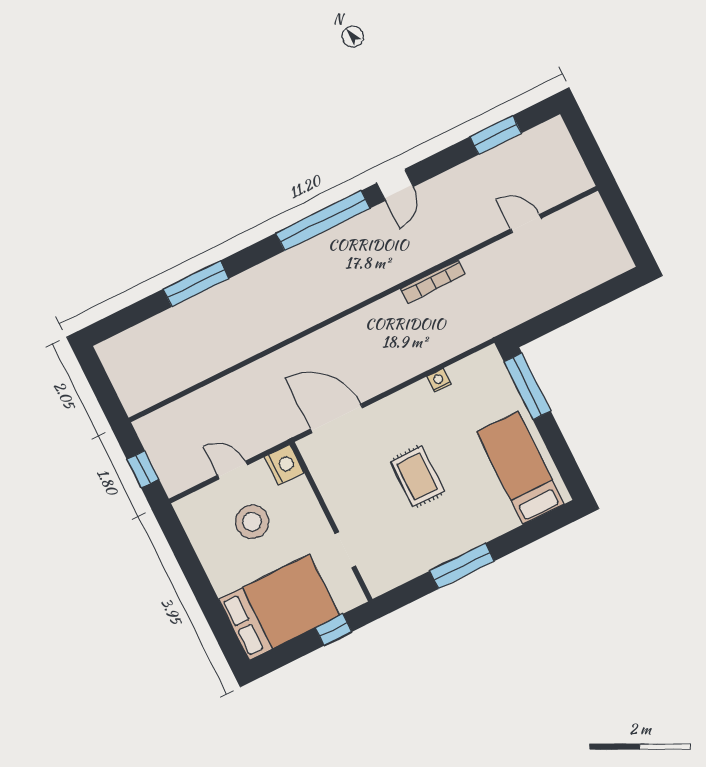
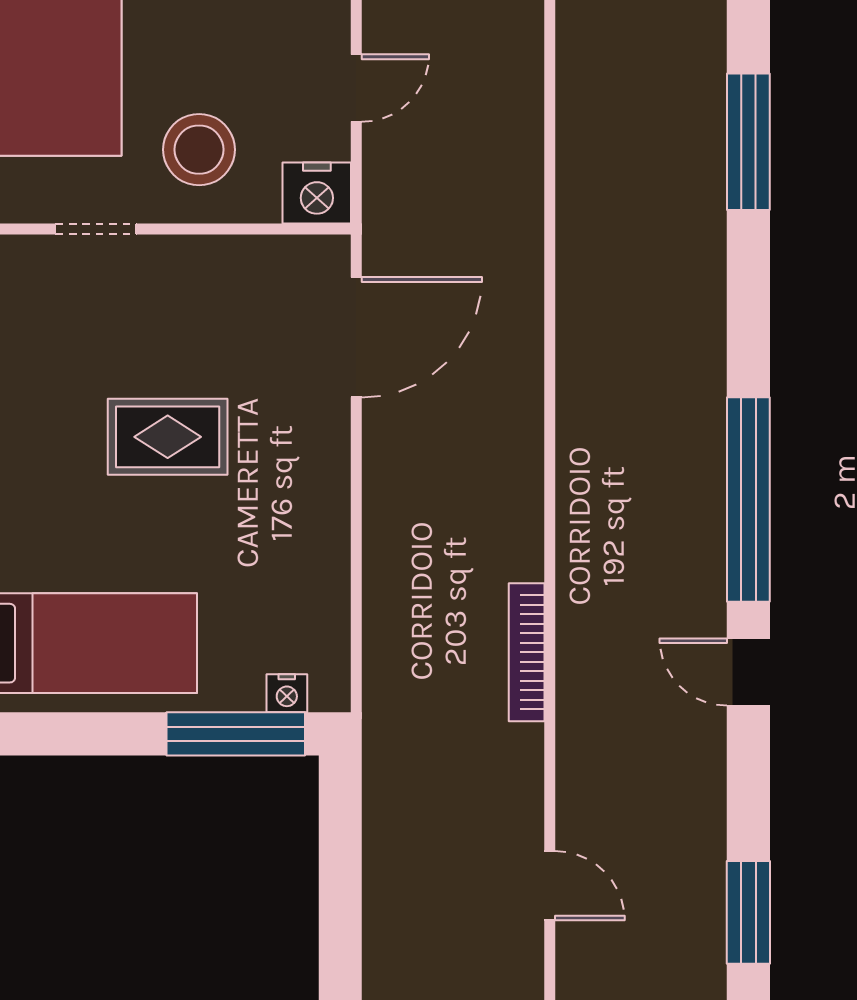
door: (526, 224) -> (550, 886), hinge flipped
window: (196, 284) -> (748, 142), moved
nightstand: (439, 380) -> (287, 693), moved, turned 90
stool: (252, 522) -> (199, 150), moved

